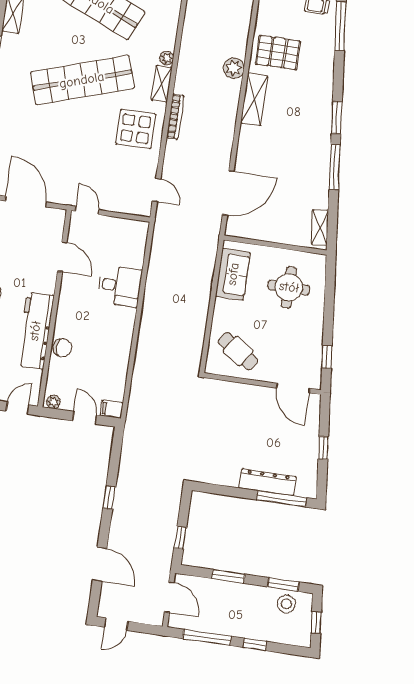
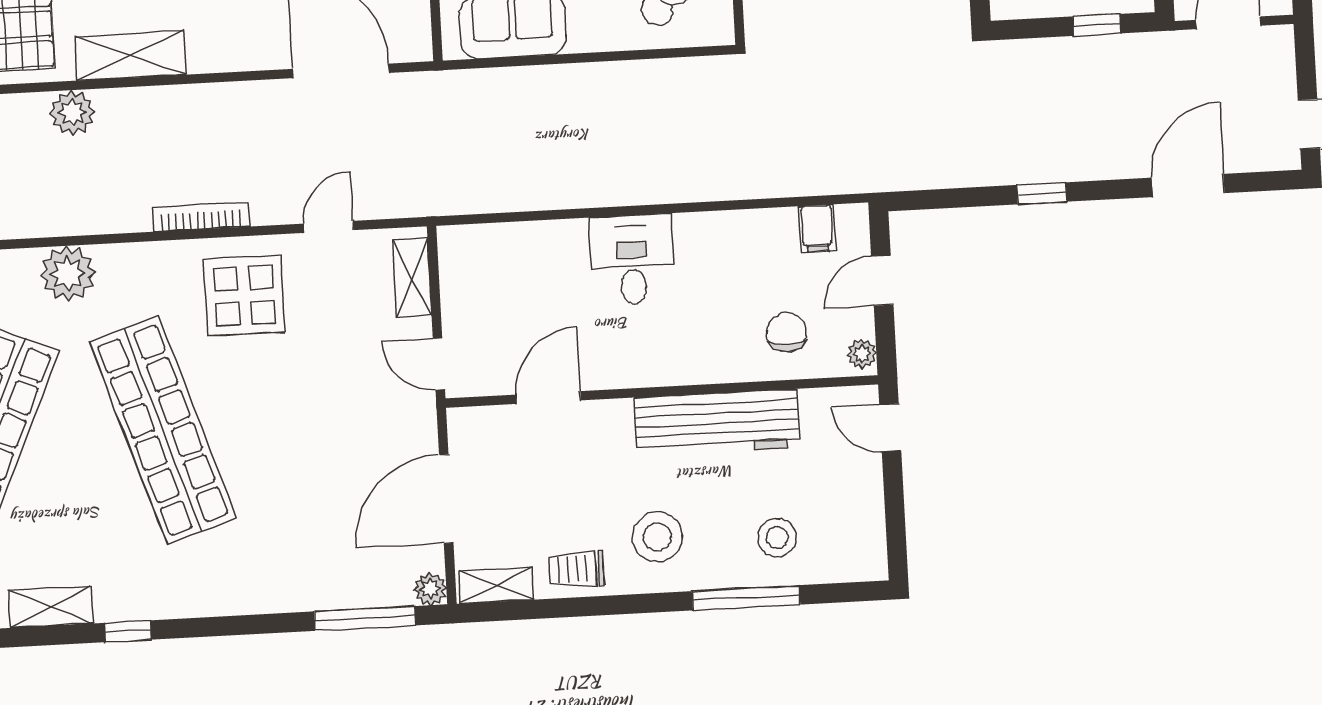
plant: (167, 58) -> (68, 274), width x1.88, depth x1.88
shelving: (162, 84) -> (412, 278), moved, turned 90
door: (156, 190) -> (329, 227), moved
door: (87, 210) -> (439, 364), hinge flipped
desk: (120, 286) -> (632, 260), moved
chair: (62, 348) -> (787, 332), moved
filing cabinet: (112, 409) -> (817, 228), moved

